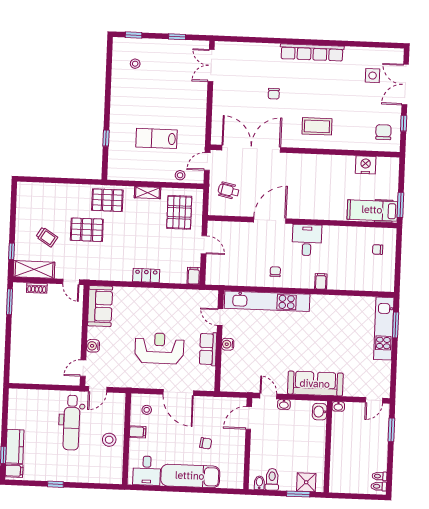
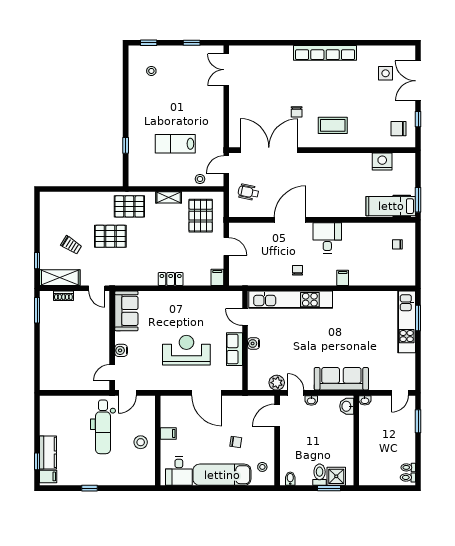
chair: (274, 94) -> (297, 112), moved
chair: (383, 132) -> (398, 129), turned -90
plant: (250, 385) -> (277, 383), added
stool: (147, 410) -> (262, 467), moved
toilet: (272, 479) -> (320, 475), moved

